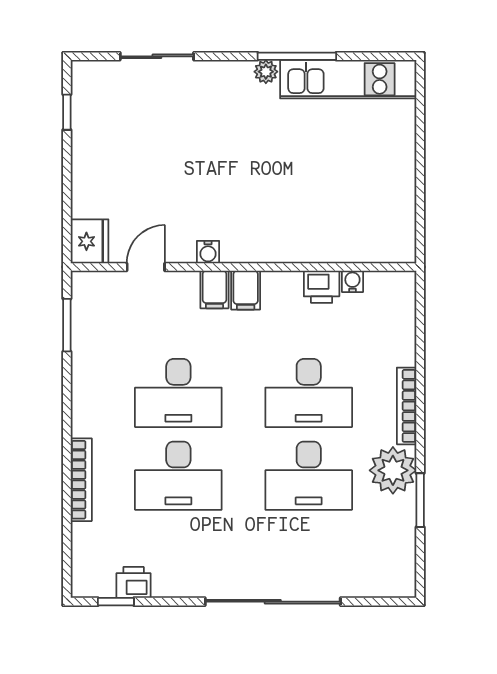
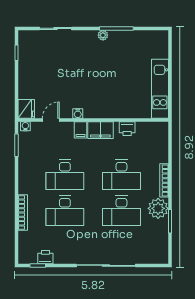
kitchen unit: (348, 79) -> (160, 89), moved, turned 90
water cooler: (352, 281) -> (25, 126), moved
filing cabinet: (246, 290) -> (100, 130), width x2.00

